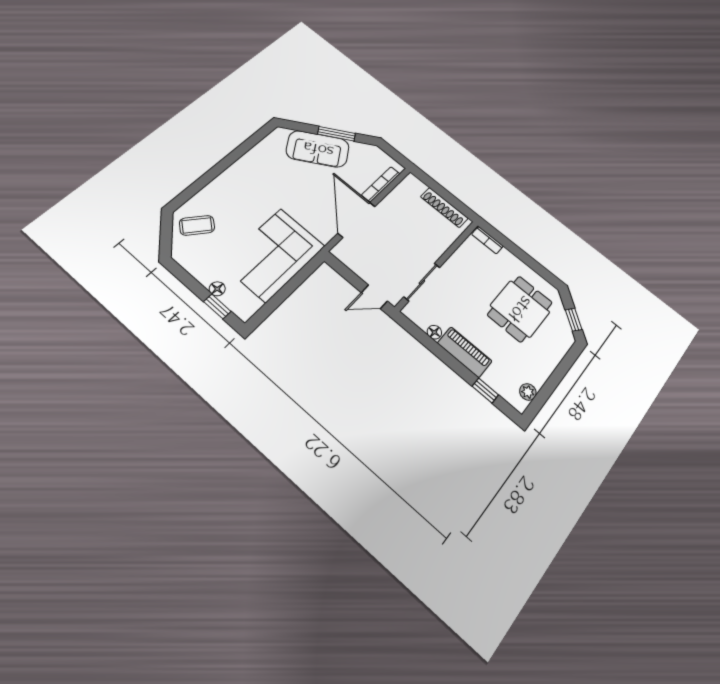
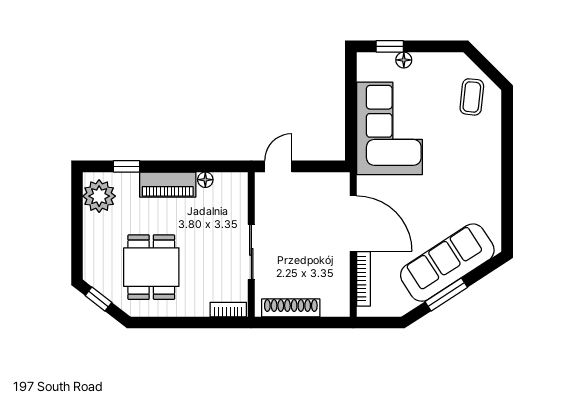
sofa: (318, 149) -> (447, 263), width x1.36
coffee table: (197, 225) -> (472, 97), turned -32
sliding door: (422, 282) -> (251, 252), moved
plant: (528, 392) -> (99, 196), width x1.88, depth x1.88

